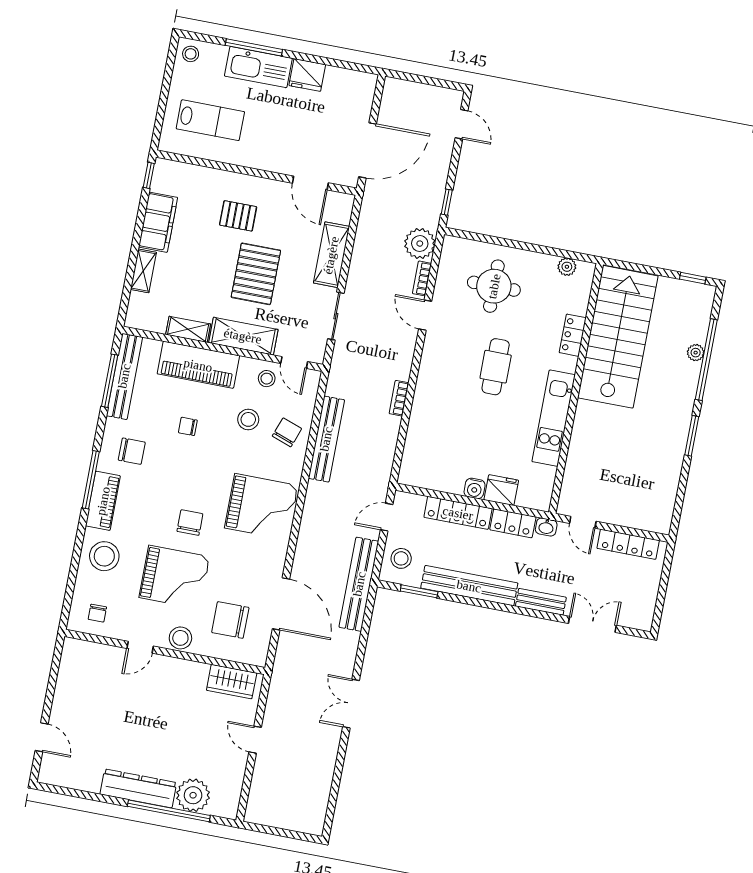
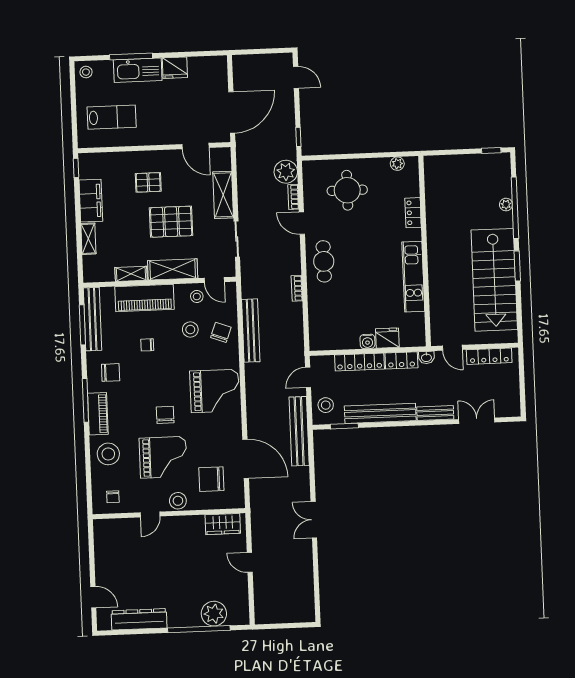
pallet: (256, 274) -> (171, 222), turned 90
stairs: (618, 337) -> (494, 280), moved, turned 180
cafe table: (496, 367) -> (324, 261), moved
dresser: (138, 788) -> (139, 619), moved

